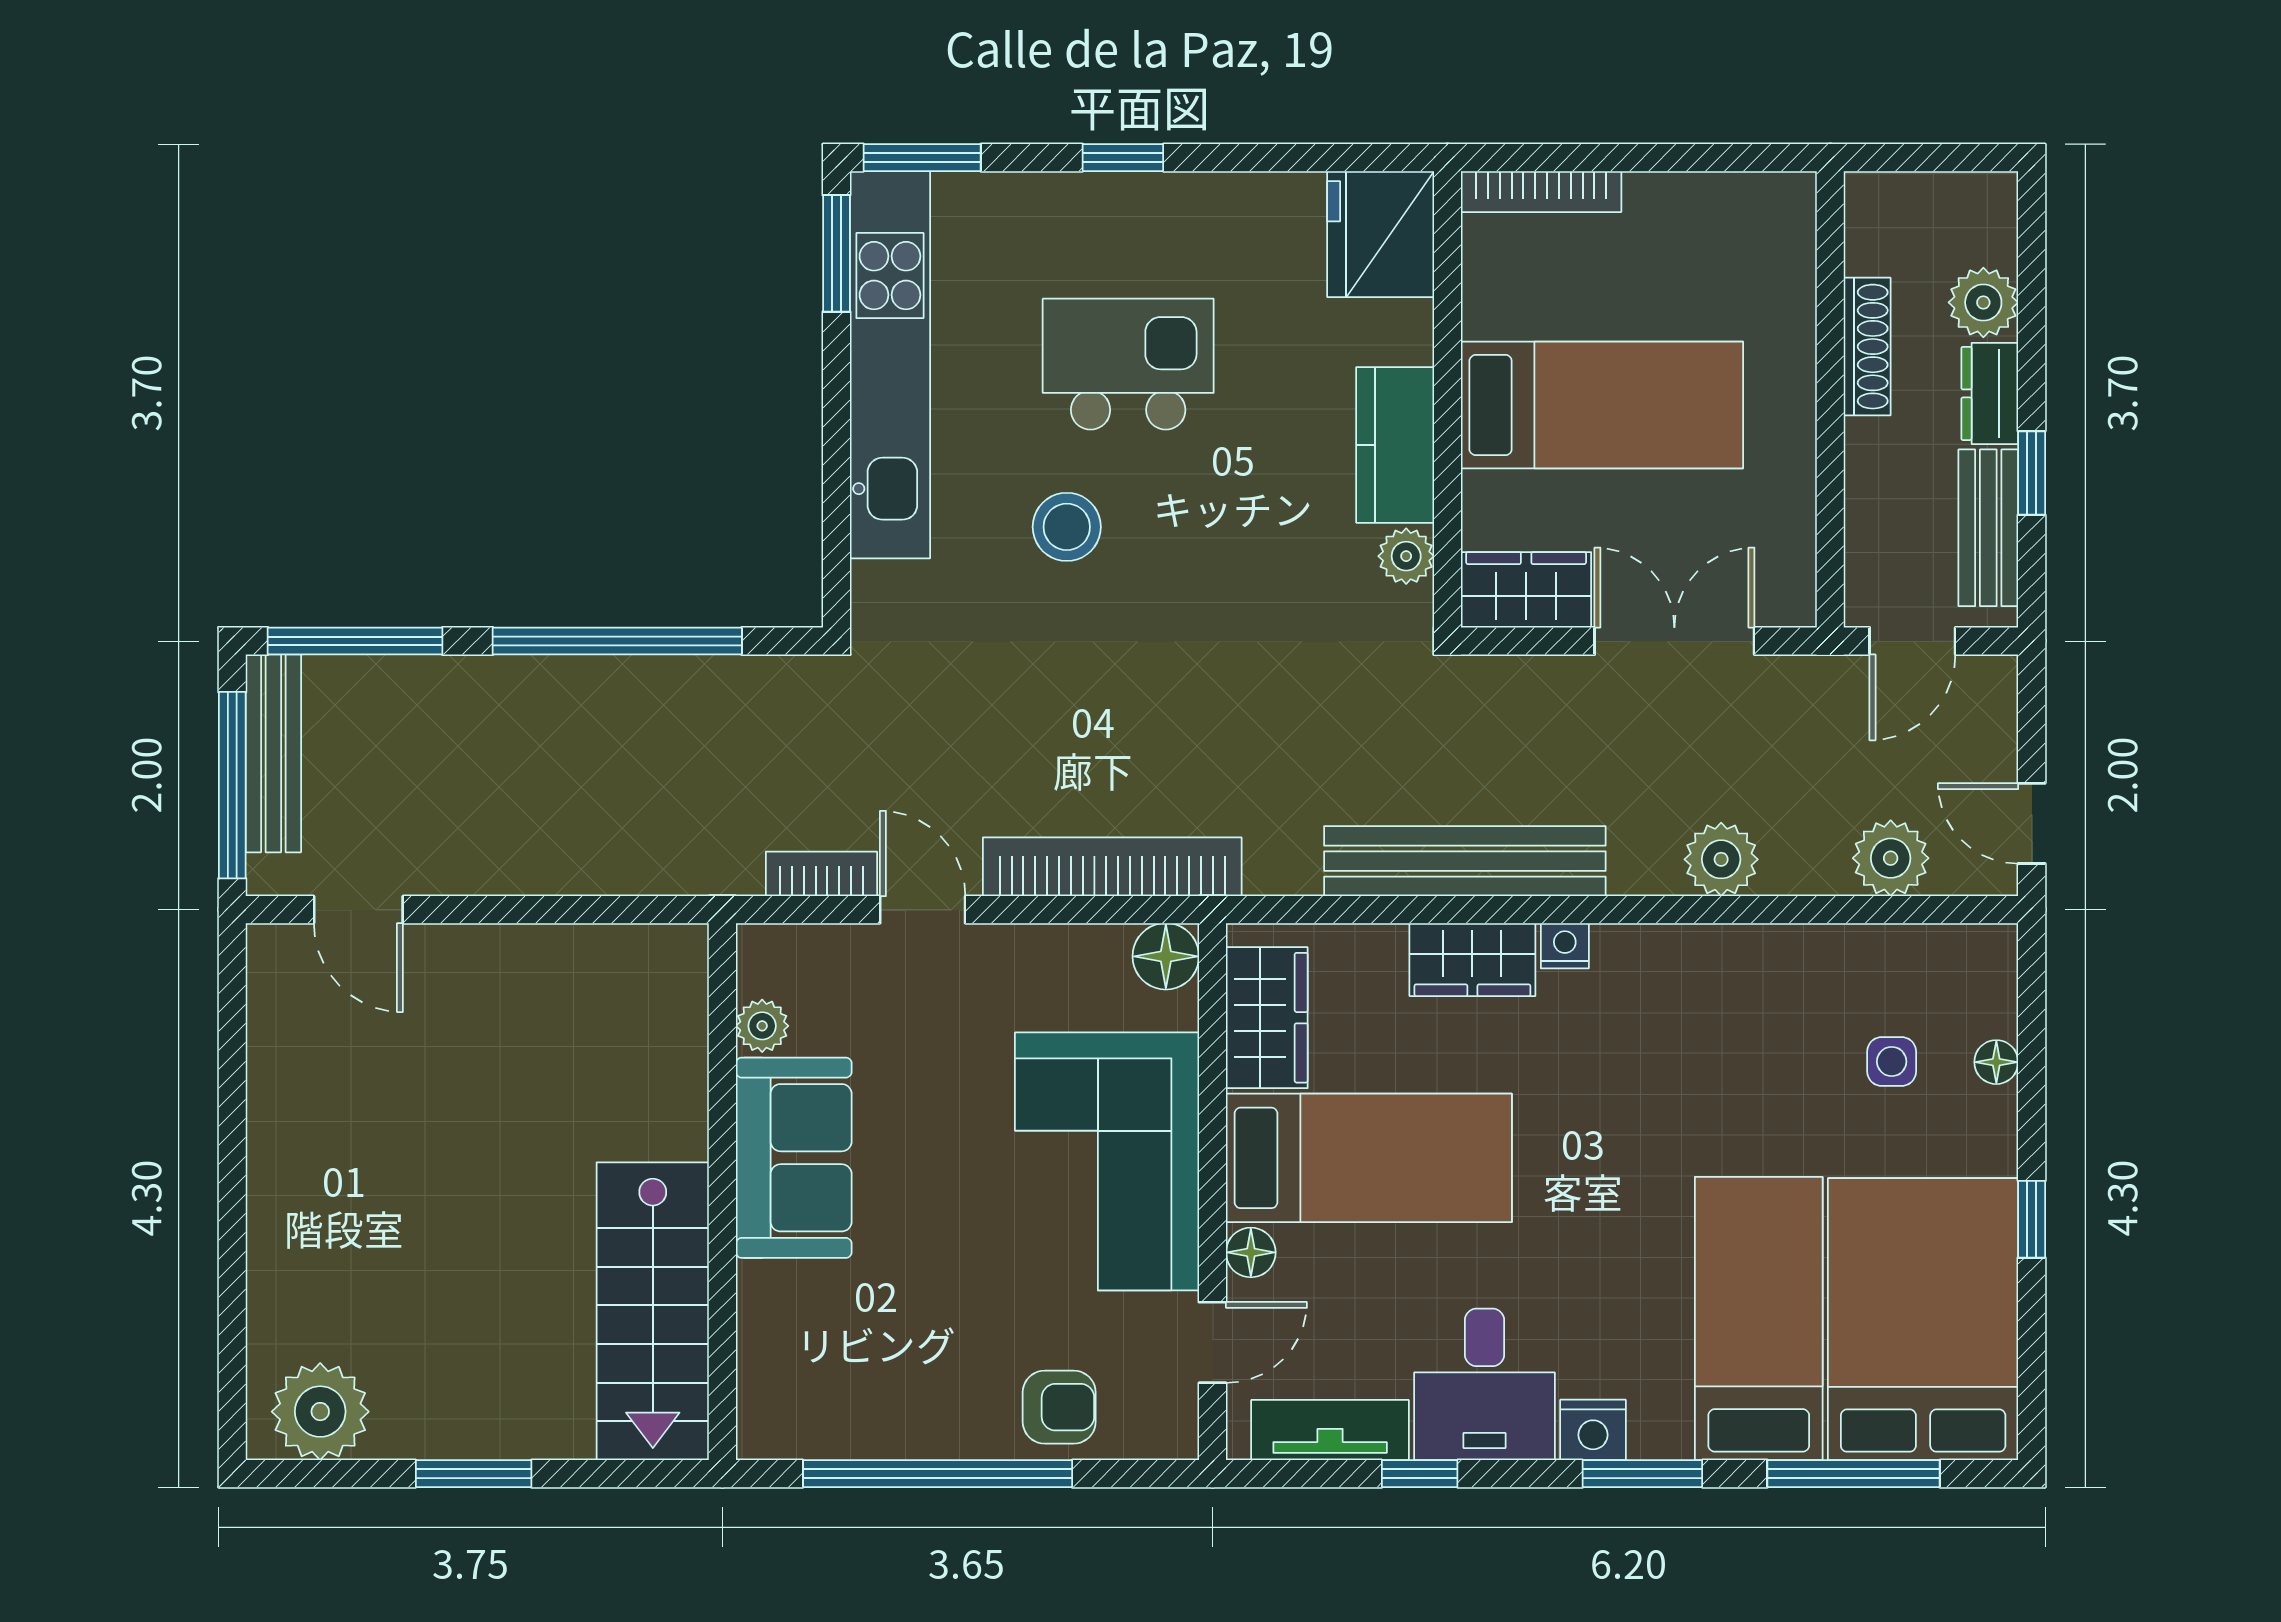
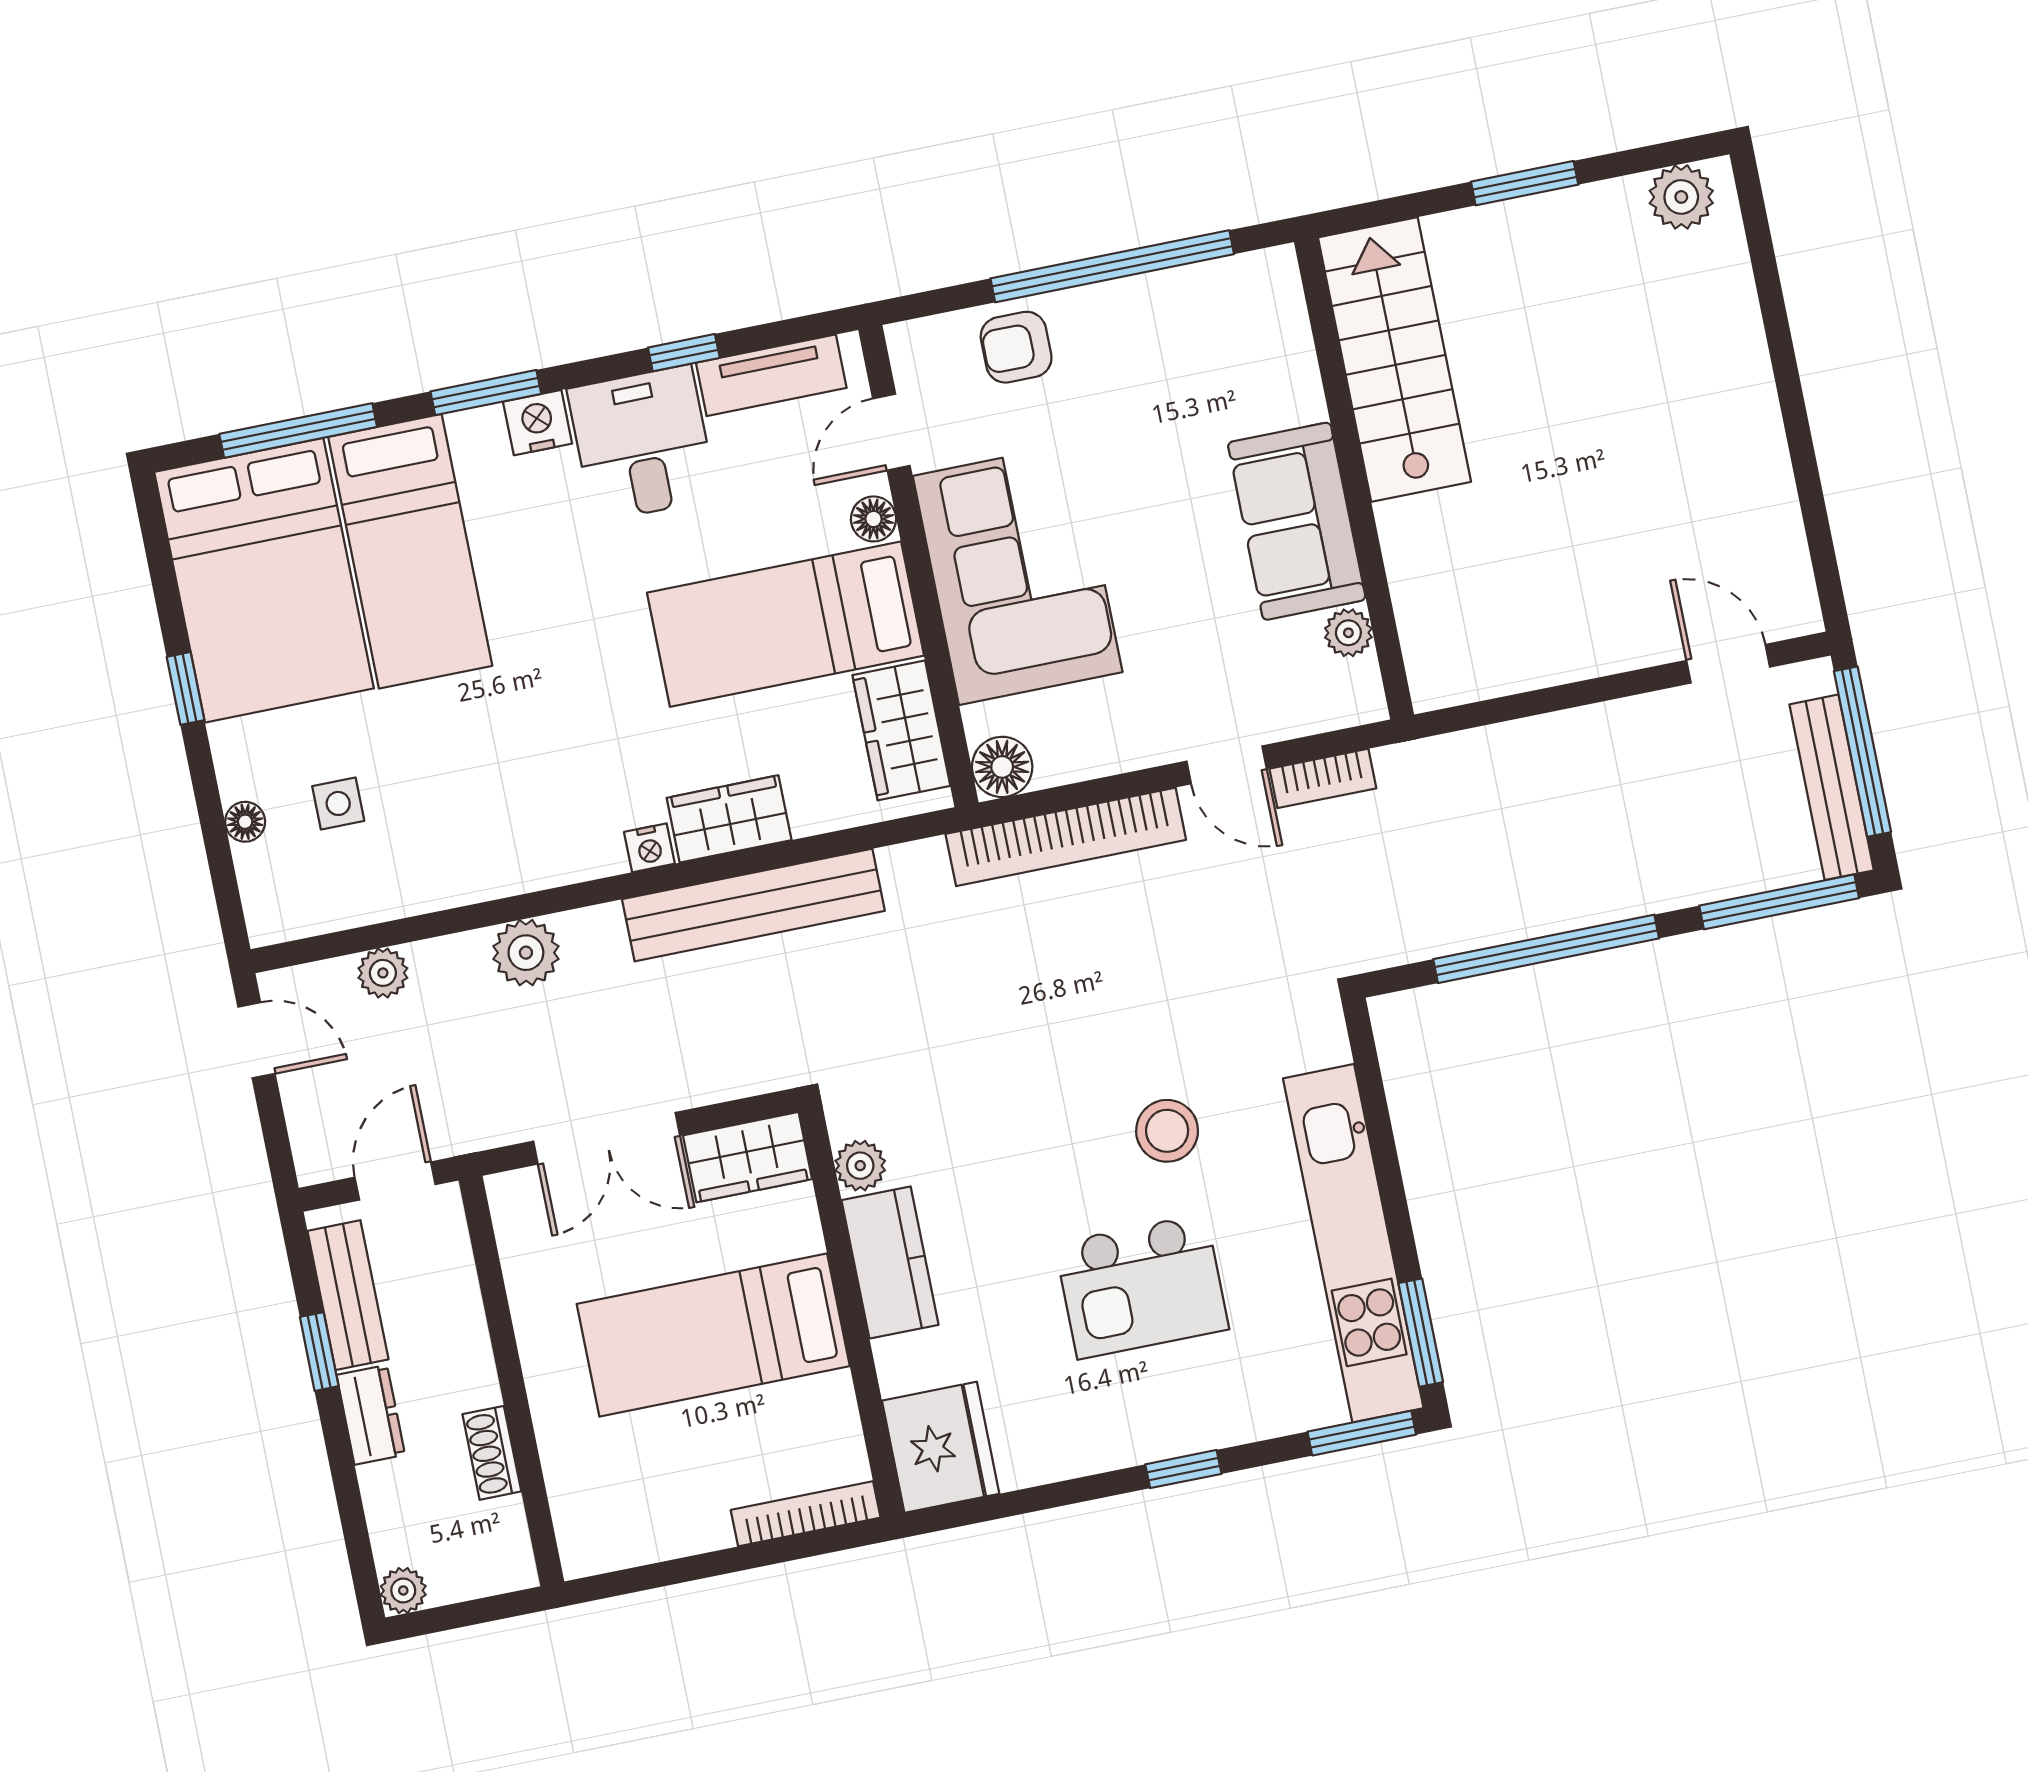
plant: (1983, 302) -> (403, 1590), moved, width x0.73, depth x0.73
shoe rack: (1867, 347) -> (492, 1453), width x0.70
plant: (1891, 858) -> (383, 973), width x0.73, depth x0.73
plant: (320, 1412) -> (1681, 197), width x0.73, depth x0.73

